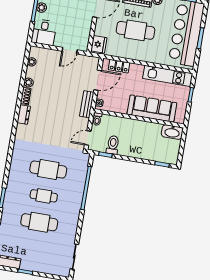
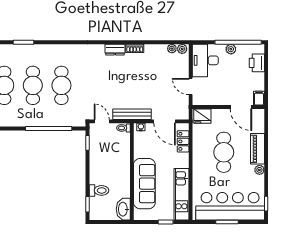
desk: (44, 32) -> (205, 60), width x1.37
plant: (28, 83) -> (182, 49), moved
bench: (87, 104) -> (132, 114), width x1.36
toilet: (113, 145) -> (99, 190), moved
cafe table: (44, 196) -> (33, 85), width x1.37, depth x1.35

